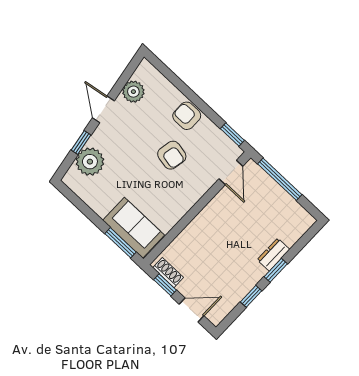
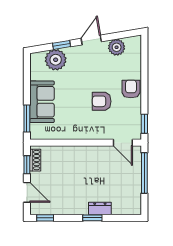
armchair: (172, 155) -> (102, 101), turned 79
door: (231, 172) -> (123, 143), hinge flipped
sofa: (134, 228) -> (42, 102), moved
window: (251, 296) -> (45, 218), moved

